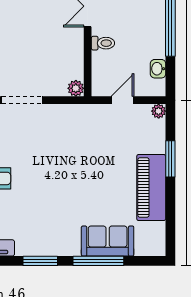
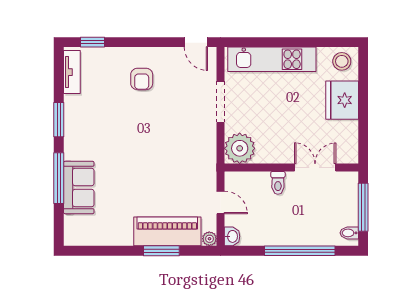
washbasin: (158, 69) -> (232, 236), moved, turned 90
plant: (76, 88) -> (240, 148), width x1.87, depth x1.87
piano: (151, 188) -> (167, 231), moved

